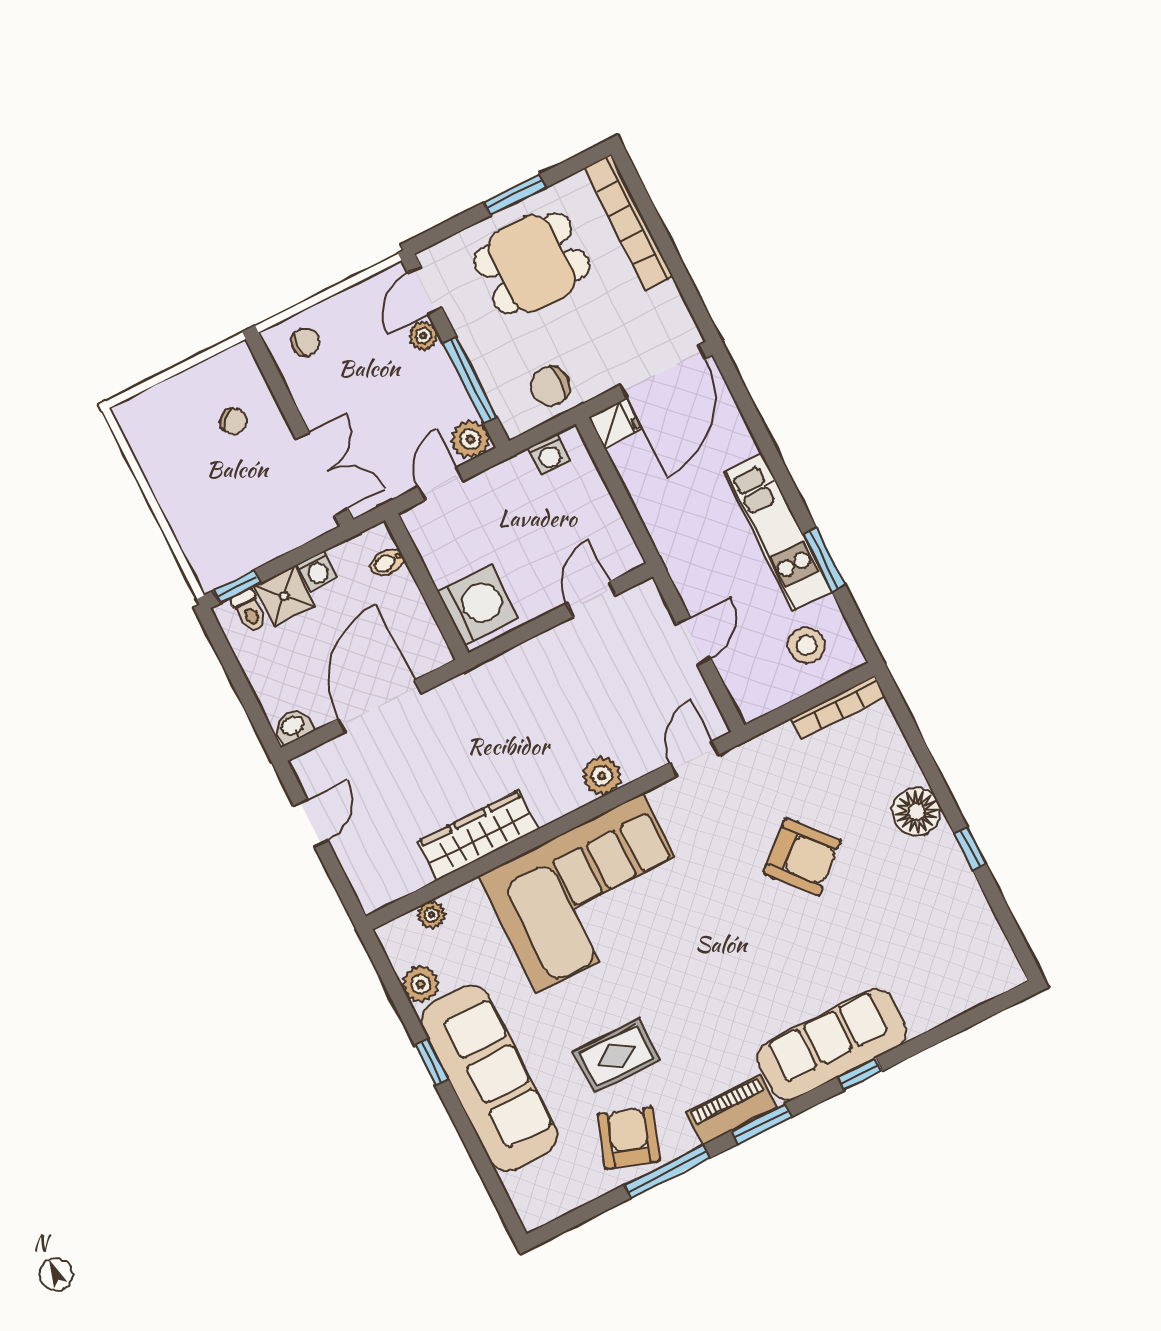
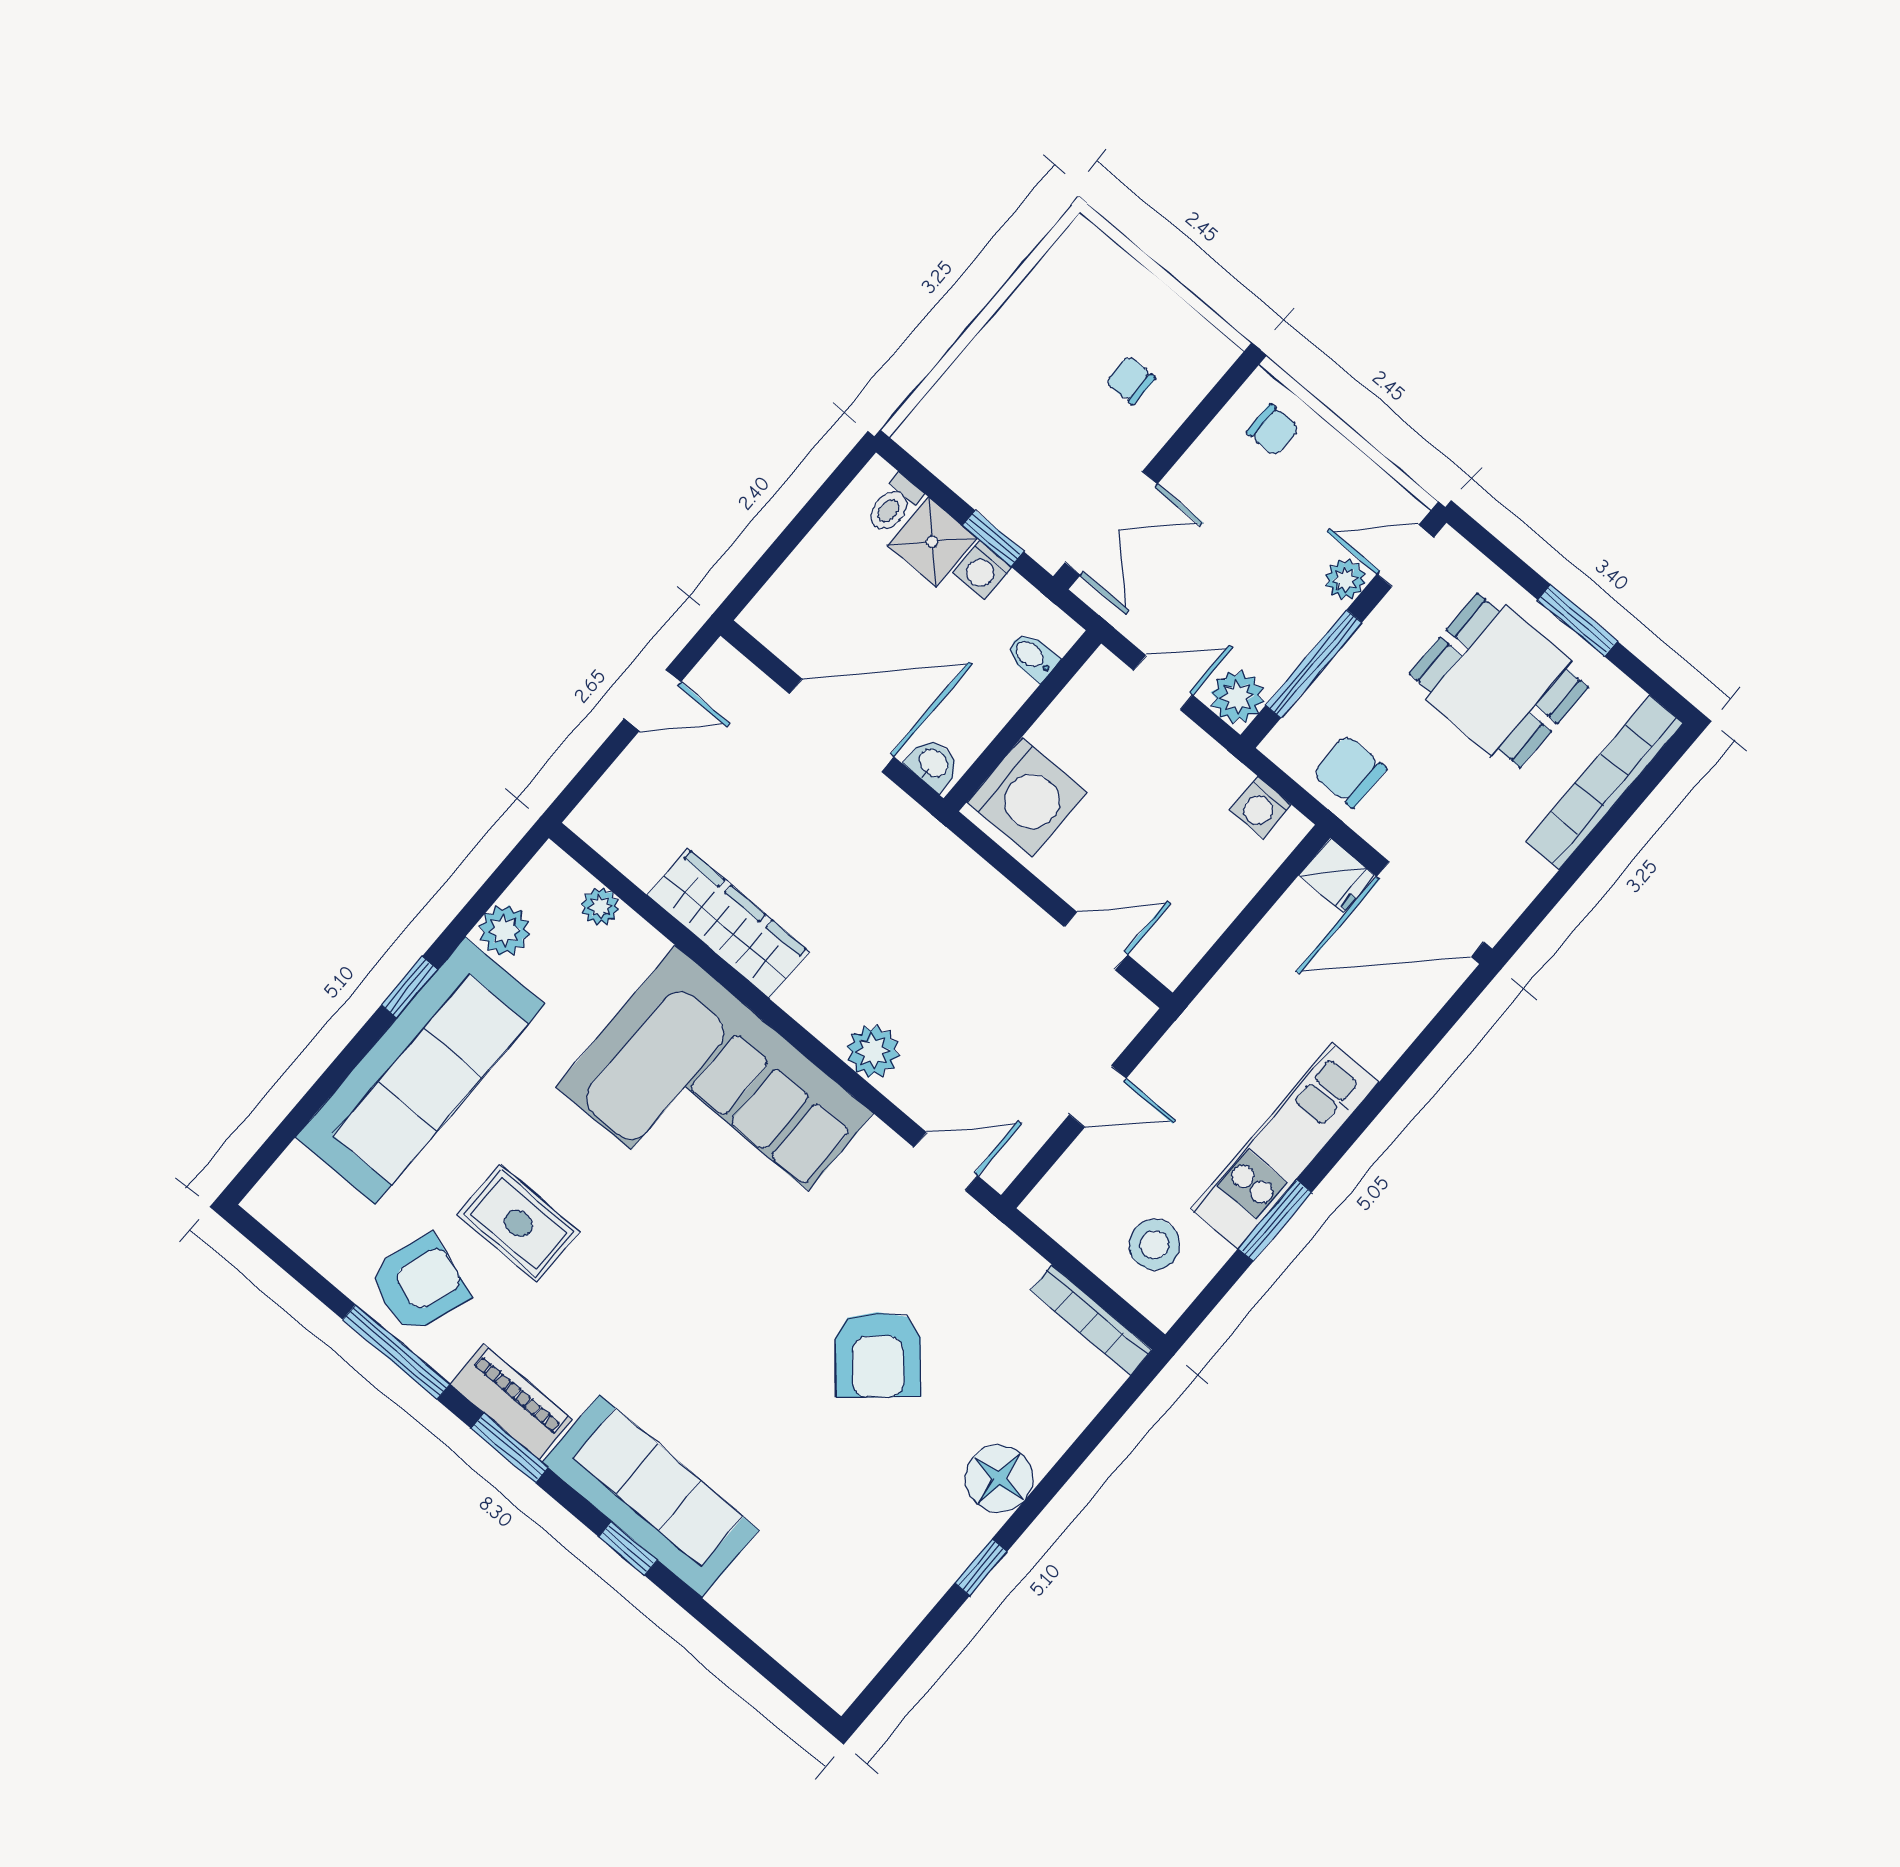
chair: (233, 421) -> (1131, 380), turned 138
window: (237, 587) -> (993, 539), moved
washbasin: (293, 726) -> (933, 764), moved

